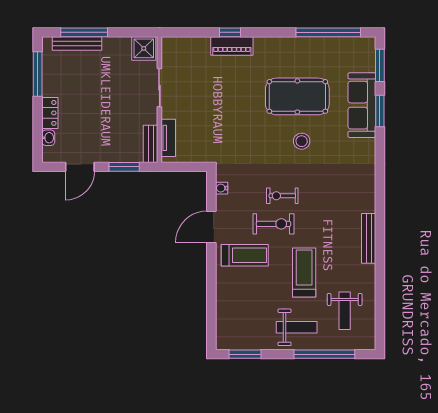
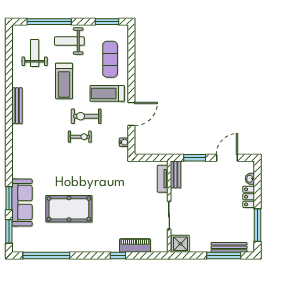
piano: (232, 46) -> (135, 246), moved
stool: (302, 141) -> (66, 176), removed
exercise mat: (241, 302) -> (110, 59), added

